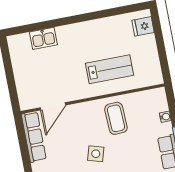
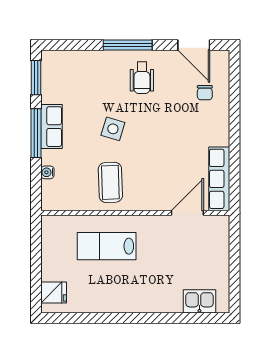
kitchen sink: (43, 38) -> (199, 301), moved
side table: (96, 154) -> (113, 129), moved

